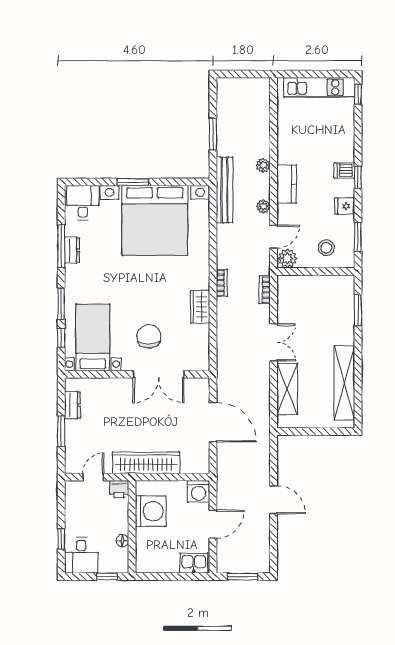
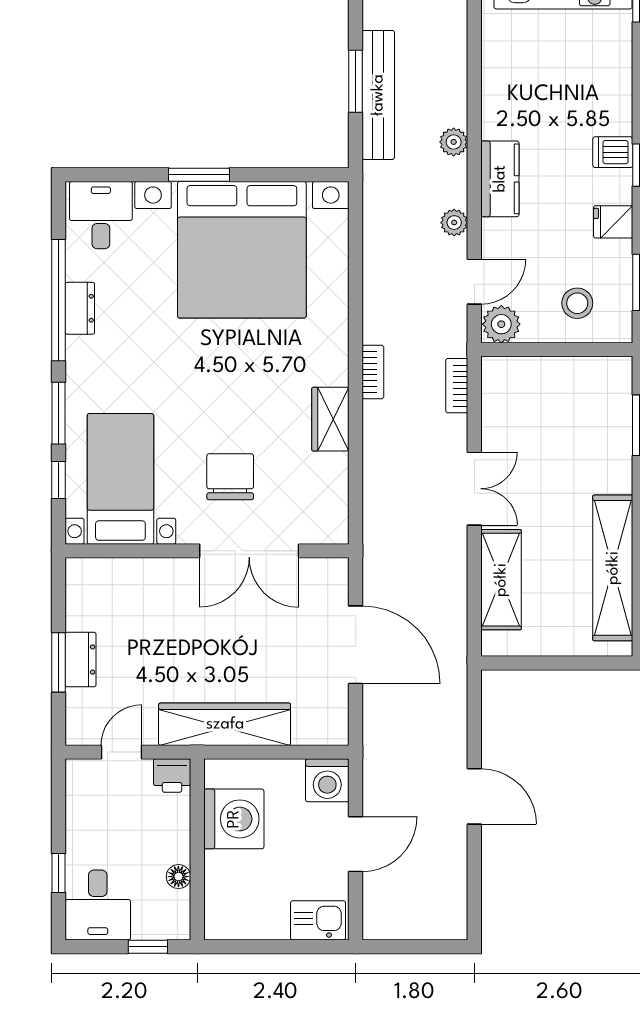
bench: (224, 190) -> (378, 95), moved
window: (61, 246) -> (59, 300), width x1.46
dresser: (72, 405) -> (81, 660), moved
window: (243, 577) -> (414, 947), removed

